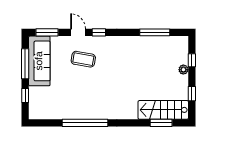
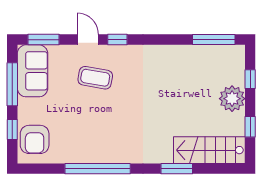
window: (155, 32) -> (214, 40), moved
sofa: (39, 61) -> (33, 71), width x0.73
plant: (183, 70) -> (232, 99), width x1.88, depth x1.88
armchair: (41, 102) -> (35, 139), added
window: (161, 123) -> (177, 169), moved

